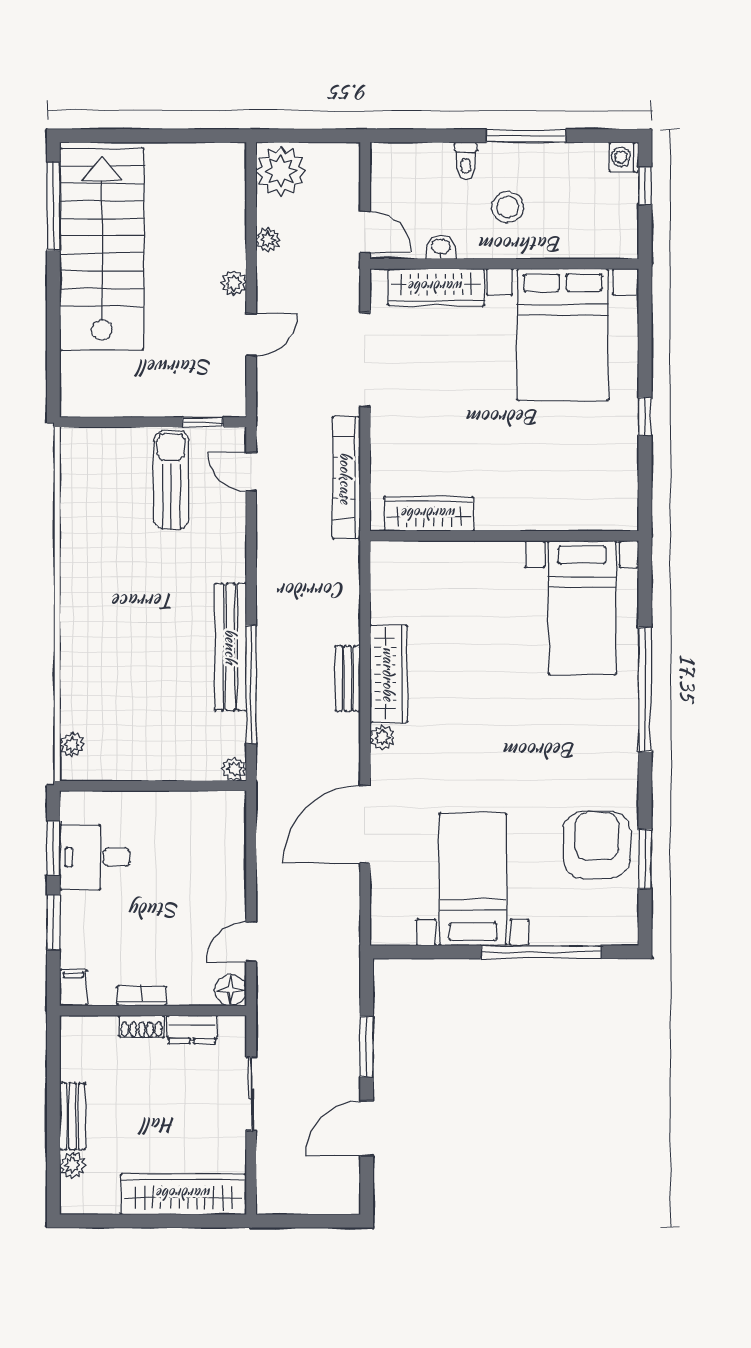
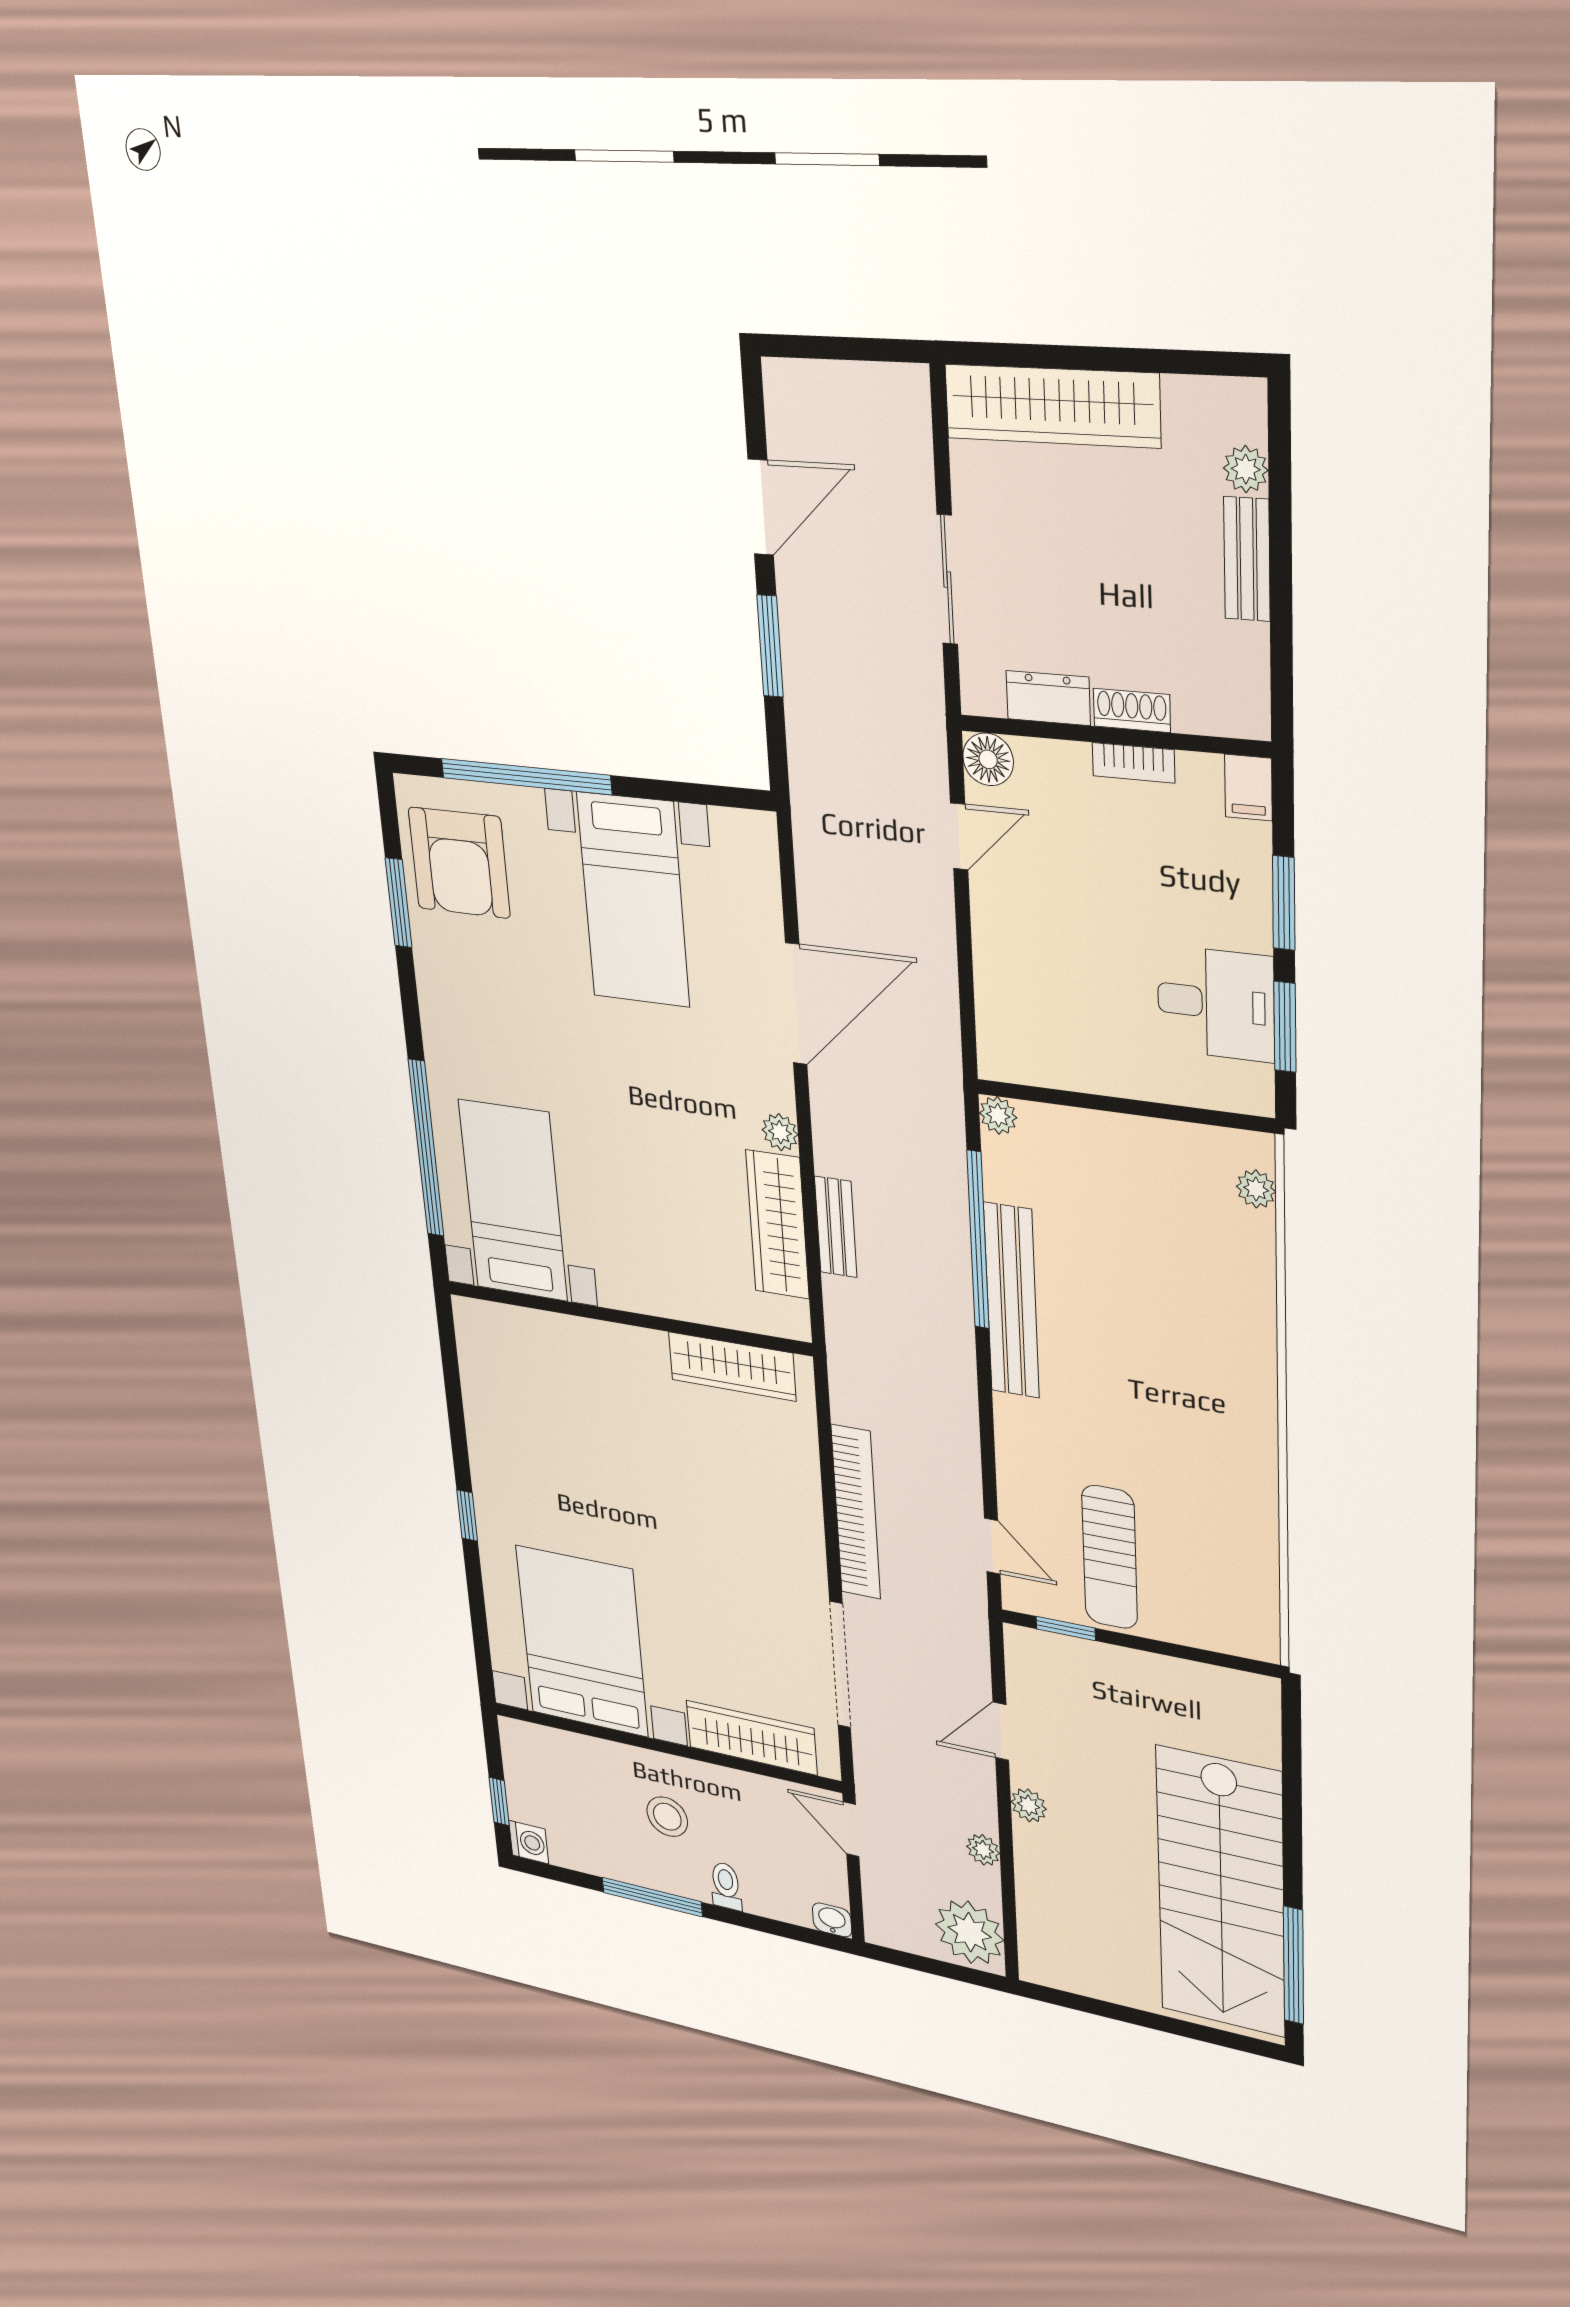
washbasin: (441, 247) -> (832, 1920), moved, turned 180
wardrobe: (429, 514) -> (732, 1366), moved
wall: (504, 536) -> (627, 1318), moved
bed with nightstands: (582, 608) -> (513, 1201), moved
armchair: (597, 845) -> (459, 863), moved

